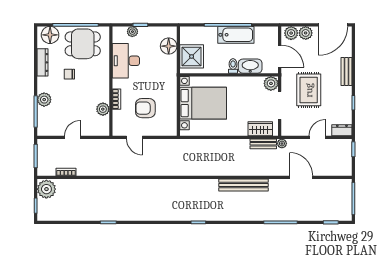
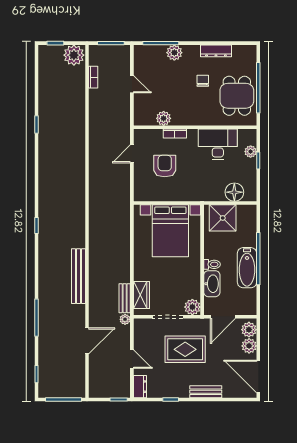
floor lamp: (50, 35) -> (247, 59), removed

